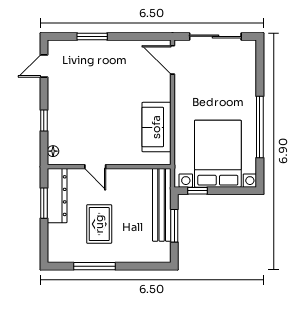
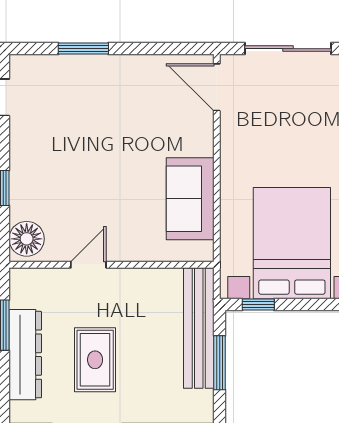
floor lamp: (53, 151) -> (27, 239), width x1.89, depth x1.89
door: (95, 167) -> (88, 265), swing flipped
dresser: (57, 196) -> (25, 355), moved

